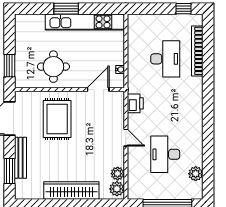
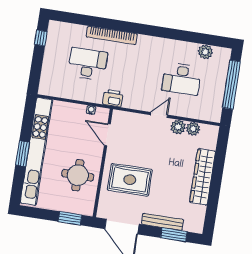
kitchen unit: (85, 22) -> (36, 151), width x1.36
bookcase: (197, 51) -> (112, 35), moved
printer: (135, 103) -> (113, 98), moved
plant: (117, 189) -> (178, 127), moved

